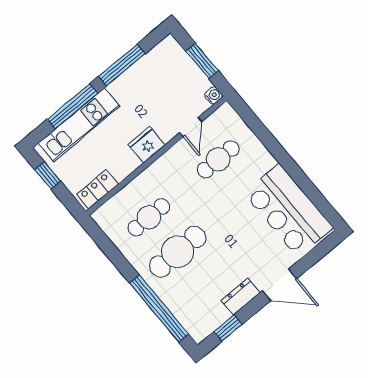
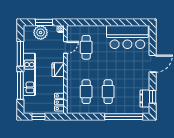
plant: (182, 69) -> (41, 33), added
kitchen unit: (79, 125) -> (29, 74), moved
door: (191, 127) -> (65, 47), hinge flipped
cafe table: (178, 252) -> (108, 92), width x0.73, depth x0.74
dresser: (241, 297) -> (145, 98), moved

